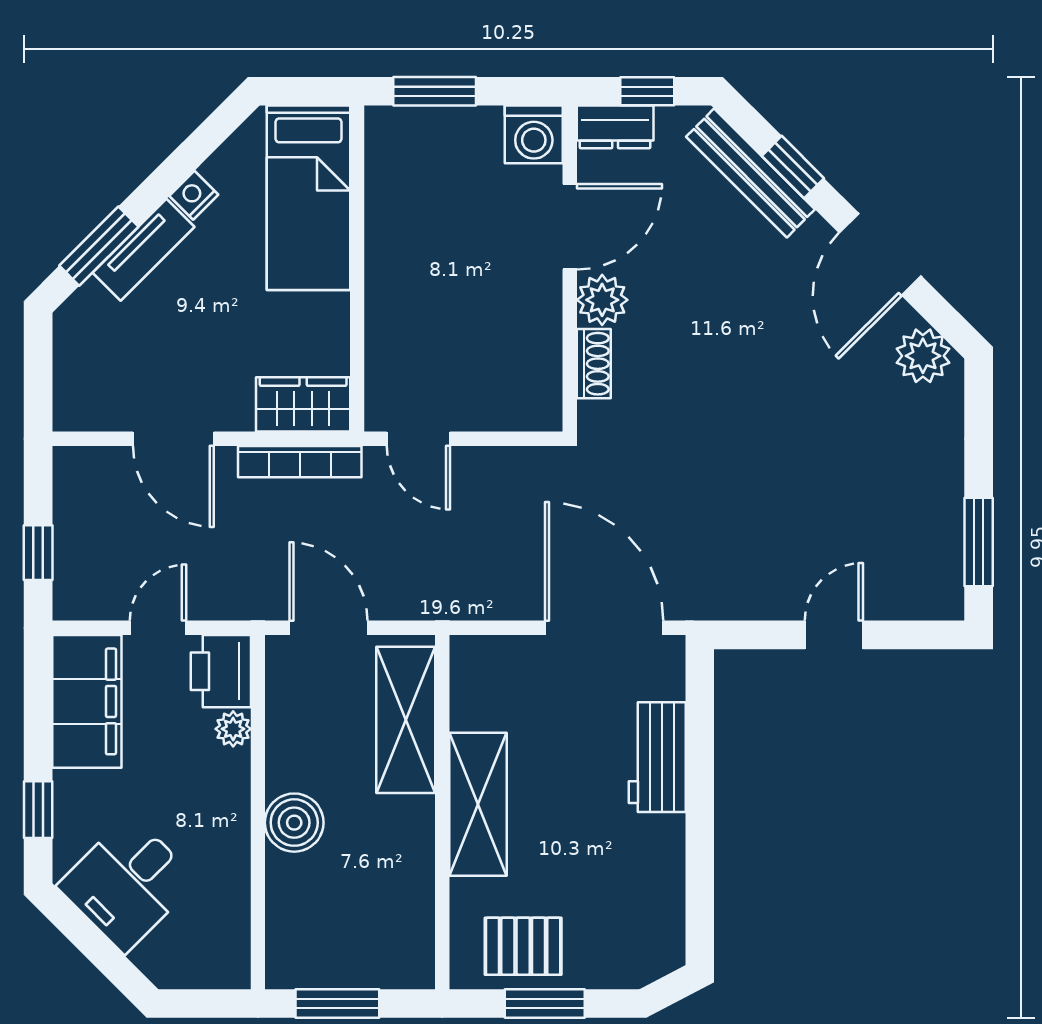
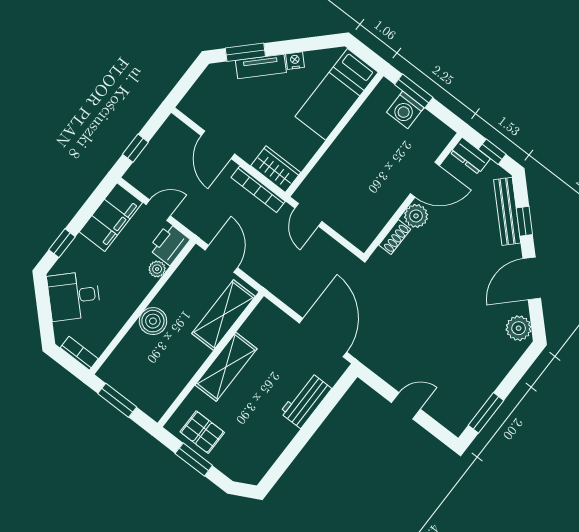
washing machine: (534, 134) -> (405, 110), moved
bookcase: (211, 974) -> (79, 353), added

